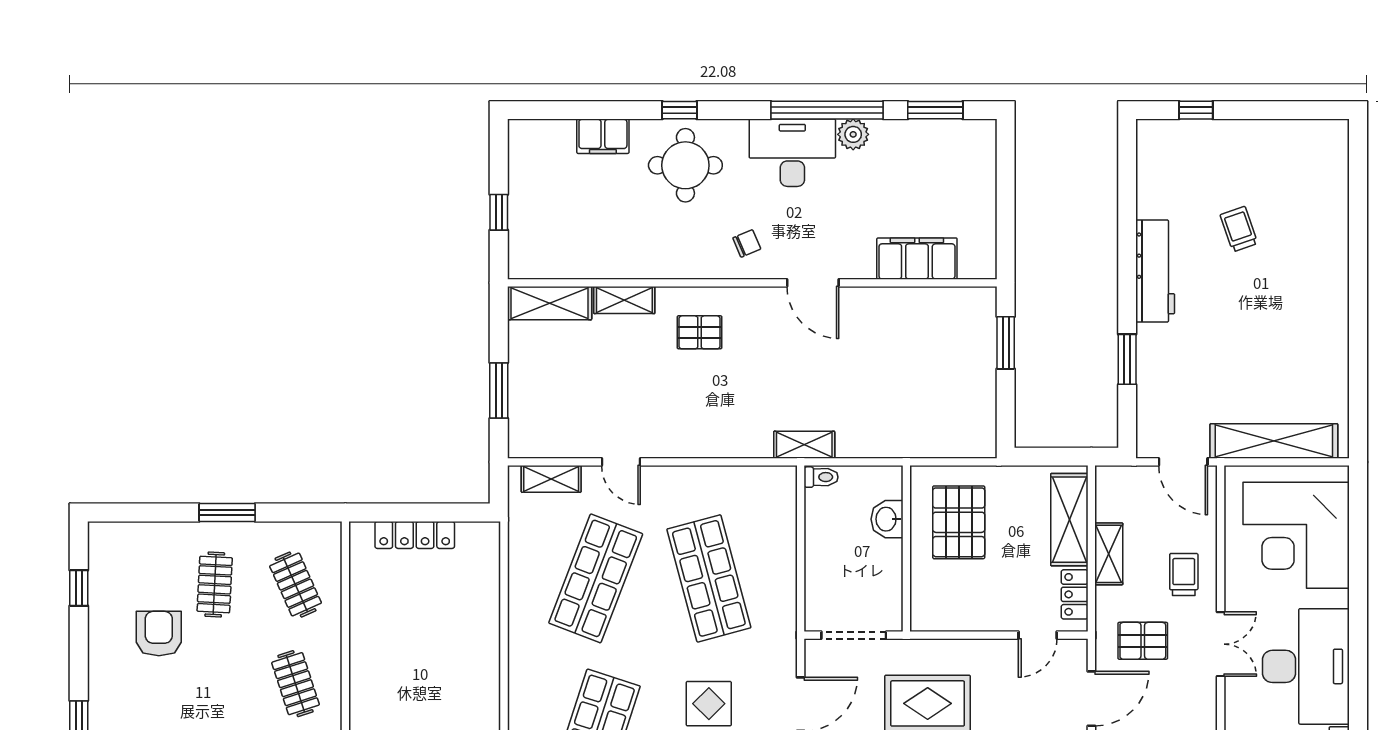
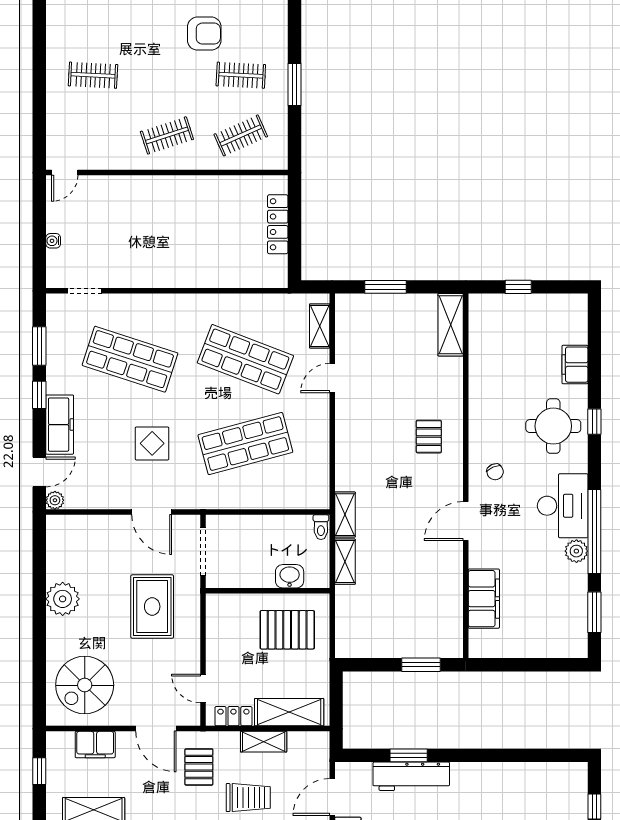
workbench: (1155, 271) -> (411, 776), moved
shelving: (624, 300) -> (345, 562), moved
trolley: (1184, 575) -> (248, 798), width x1.36, depth x1.39

